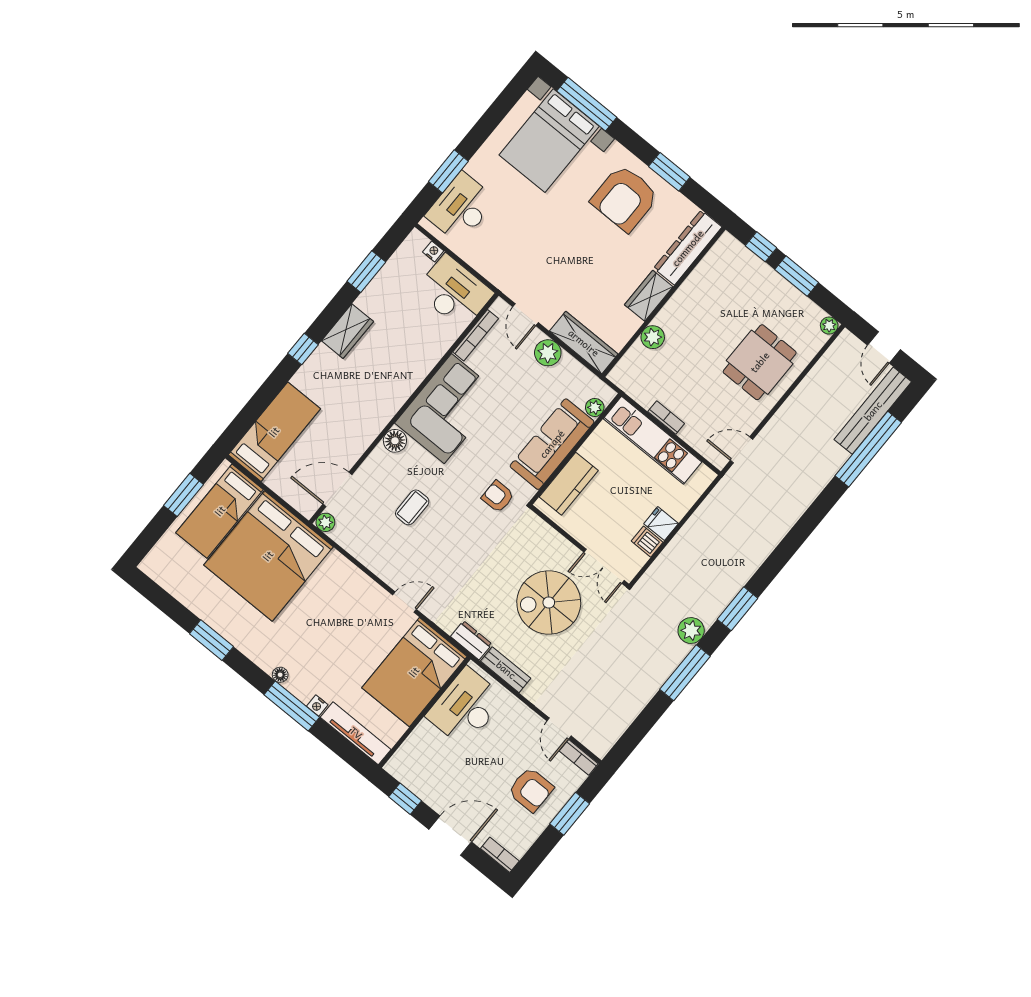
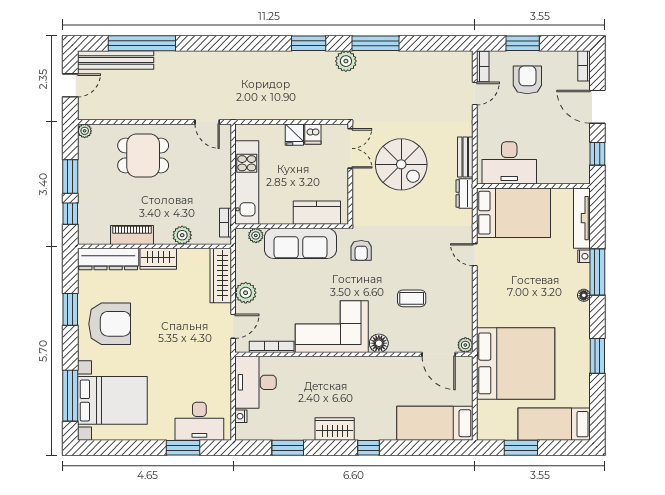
piano: (692, 289) -> (132, 235), added
bookcase: (666, 418) -> (226, 223), moved
bed: (220, 511) -> (554, 424), moved, turned 180

